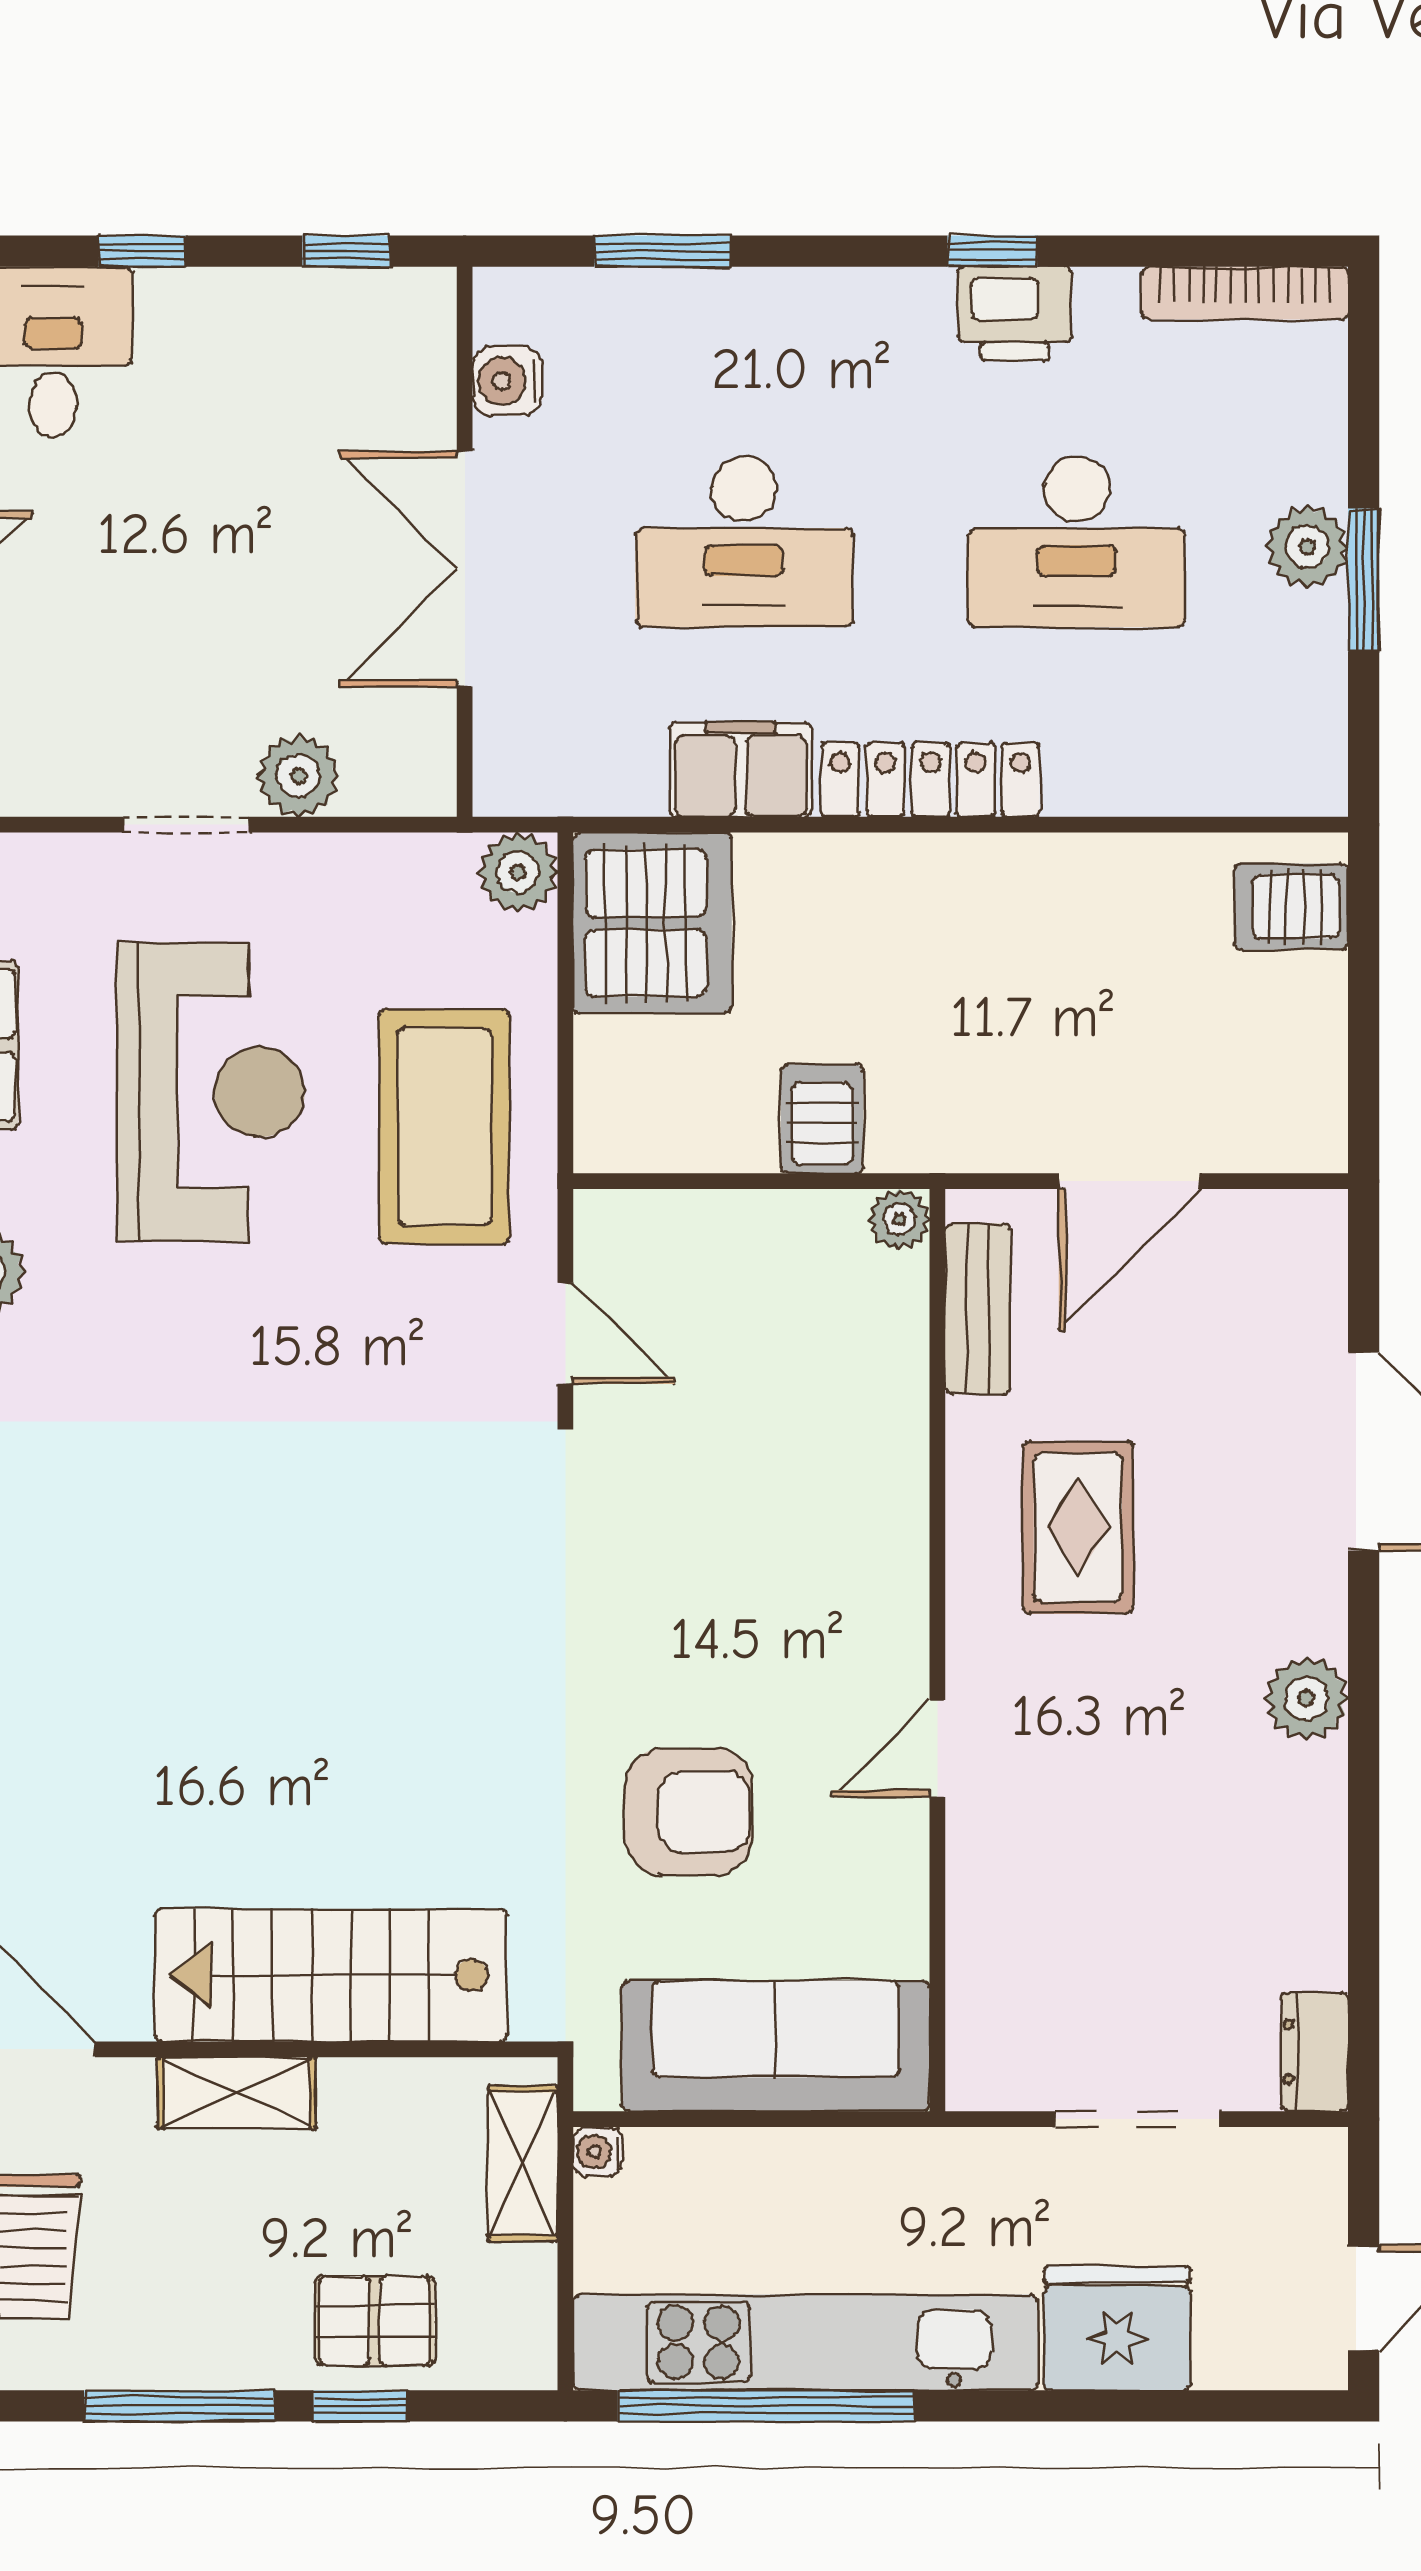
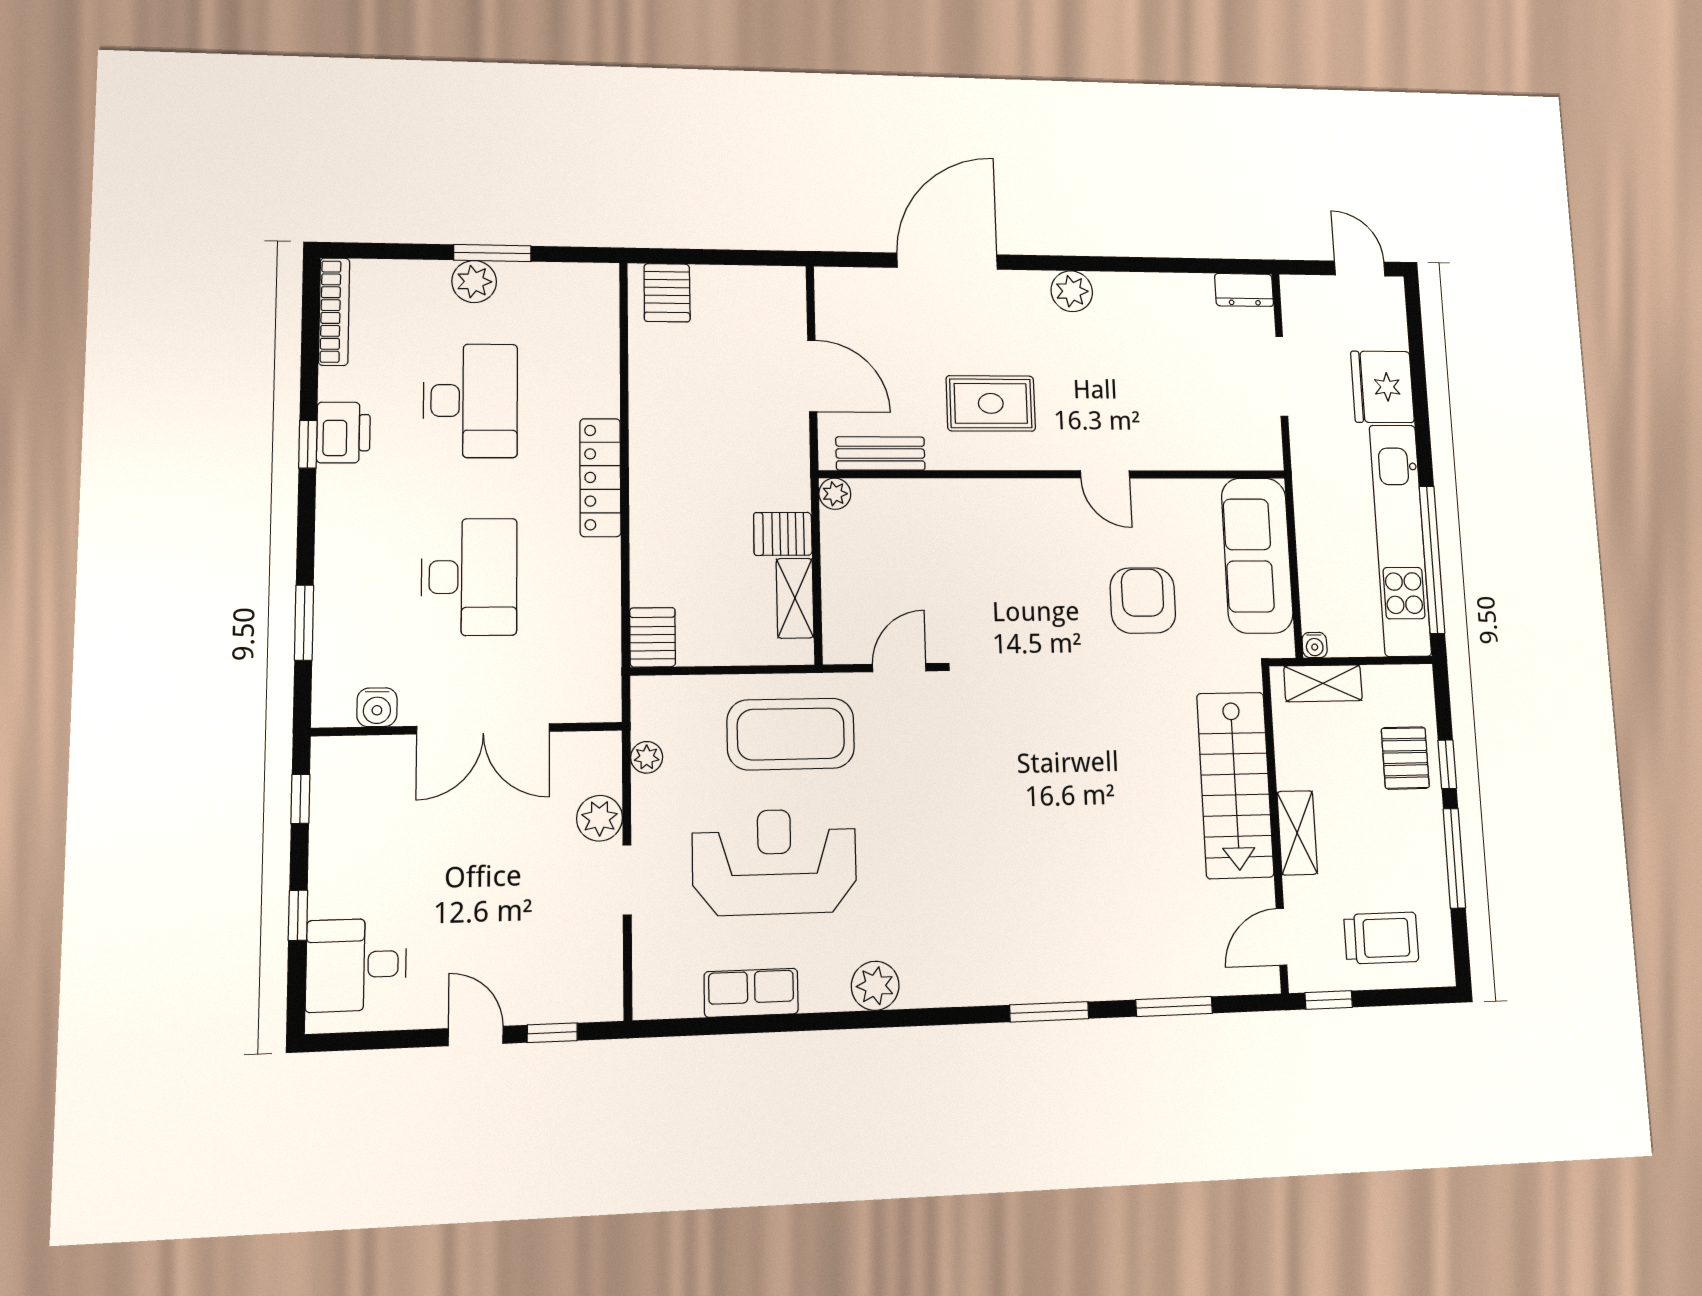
filing cabinet: (741, 769) -> (595, 578), removed
plant: (518, 872) -> (647, 757), moved, width x0.73, depth x0.73
server rack: (652, 923) -> (653, 637), width x0.46, depth x0.70
shelving: (699, 1139) -> (795, 598), added

